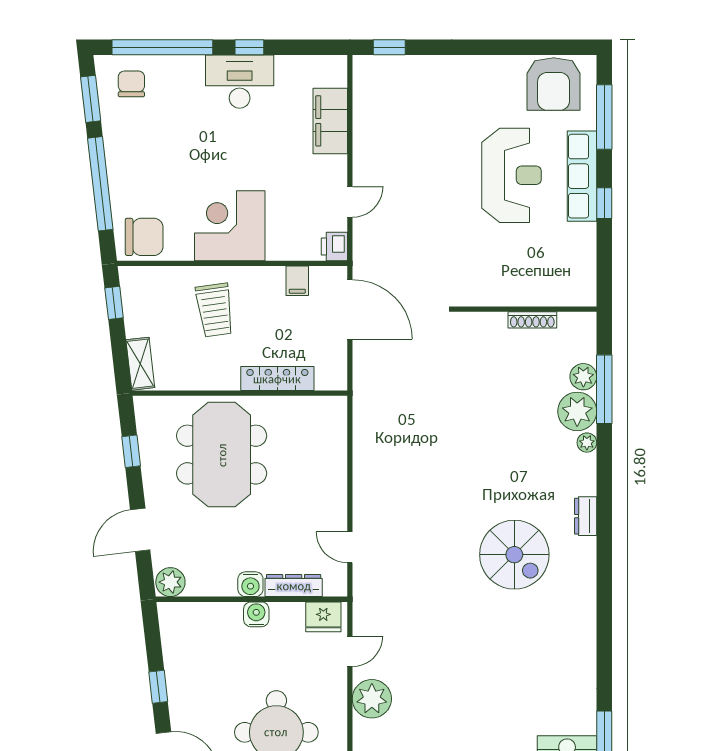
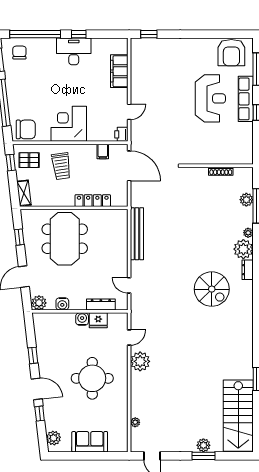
pallet: (151, 298) -> (29, 160), added
plant: (577, 411) -> (243, 249), moved
bench: (365, 444) -> (137, 234), added
water cooler: (250, 584) -> (62, 304), moved
fridge: (323, 617) -> (98, 320), moved

